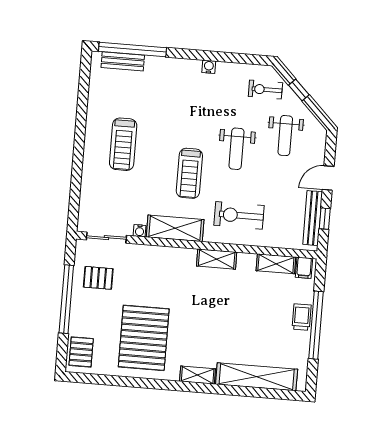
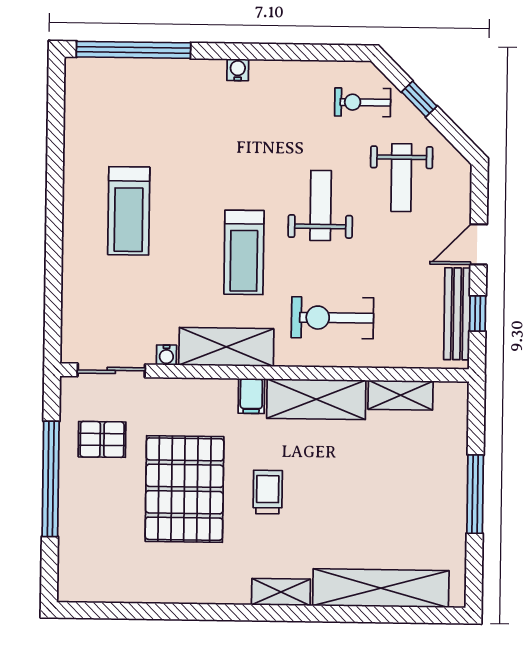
bench: (123, 61) -> (119, 71), removed
water cooler: (209, 67) -> (238, 70), moved
weight bench: (236, 149) -> (321, 205), turned 180
shelving: (217, 259) -> (316, 399), width x1.50, depth x1.33
filing cabinet: (304, 268) -> (251, 396), moved
trolley: (302, 317) -> (268, 492), moved
window: (316, 325) -> (475, 494), width x0.68
pallet: (144, 338) -> (184, 489), moved
pallet: (81, 352) -> (82, 566), removed

